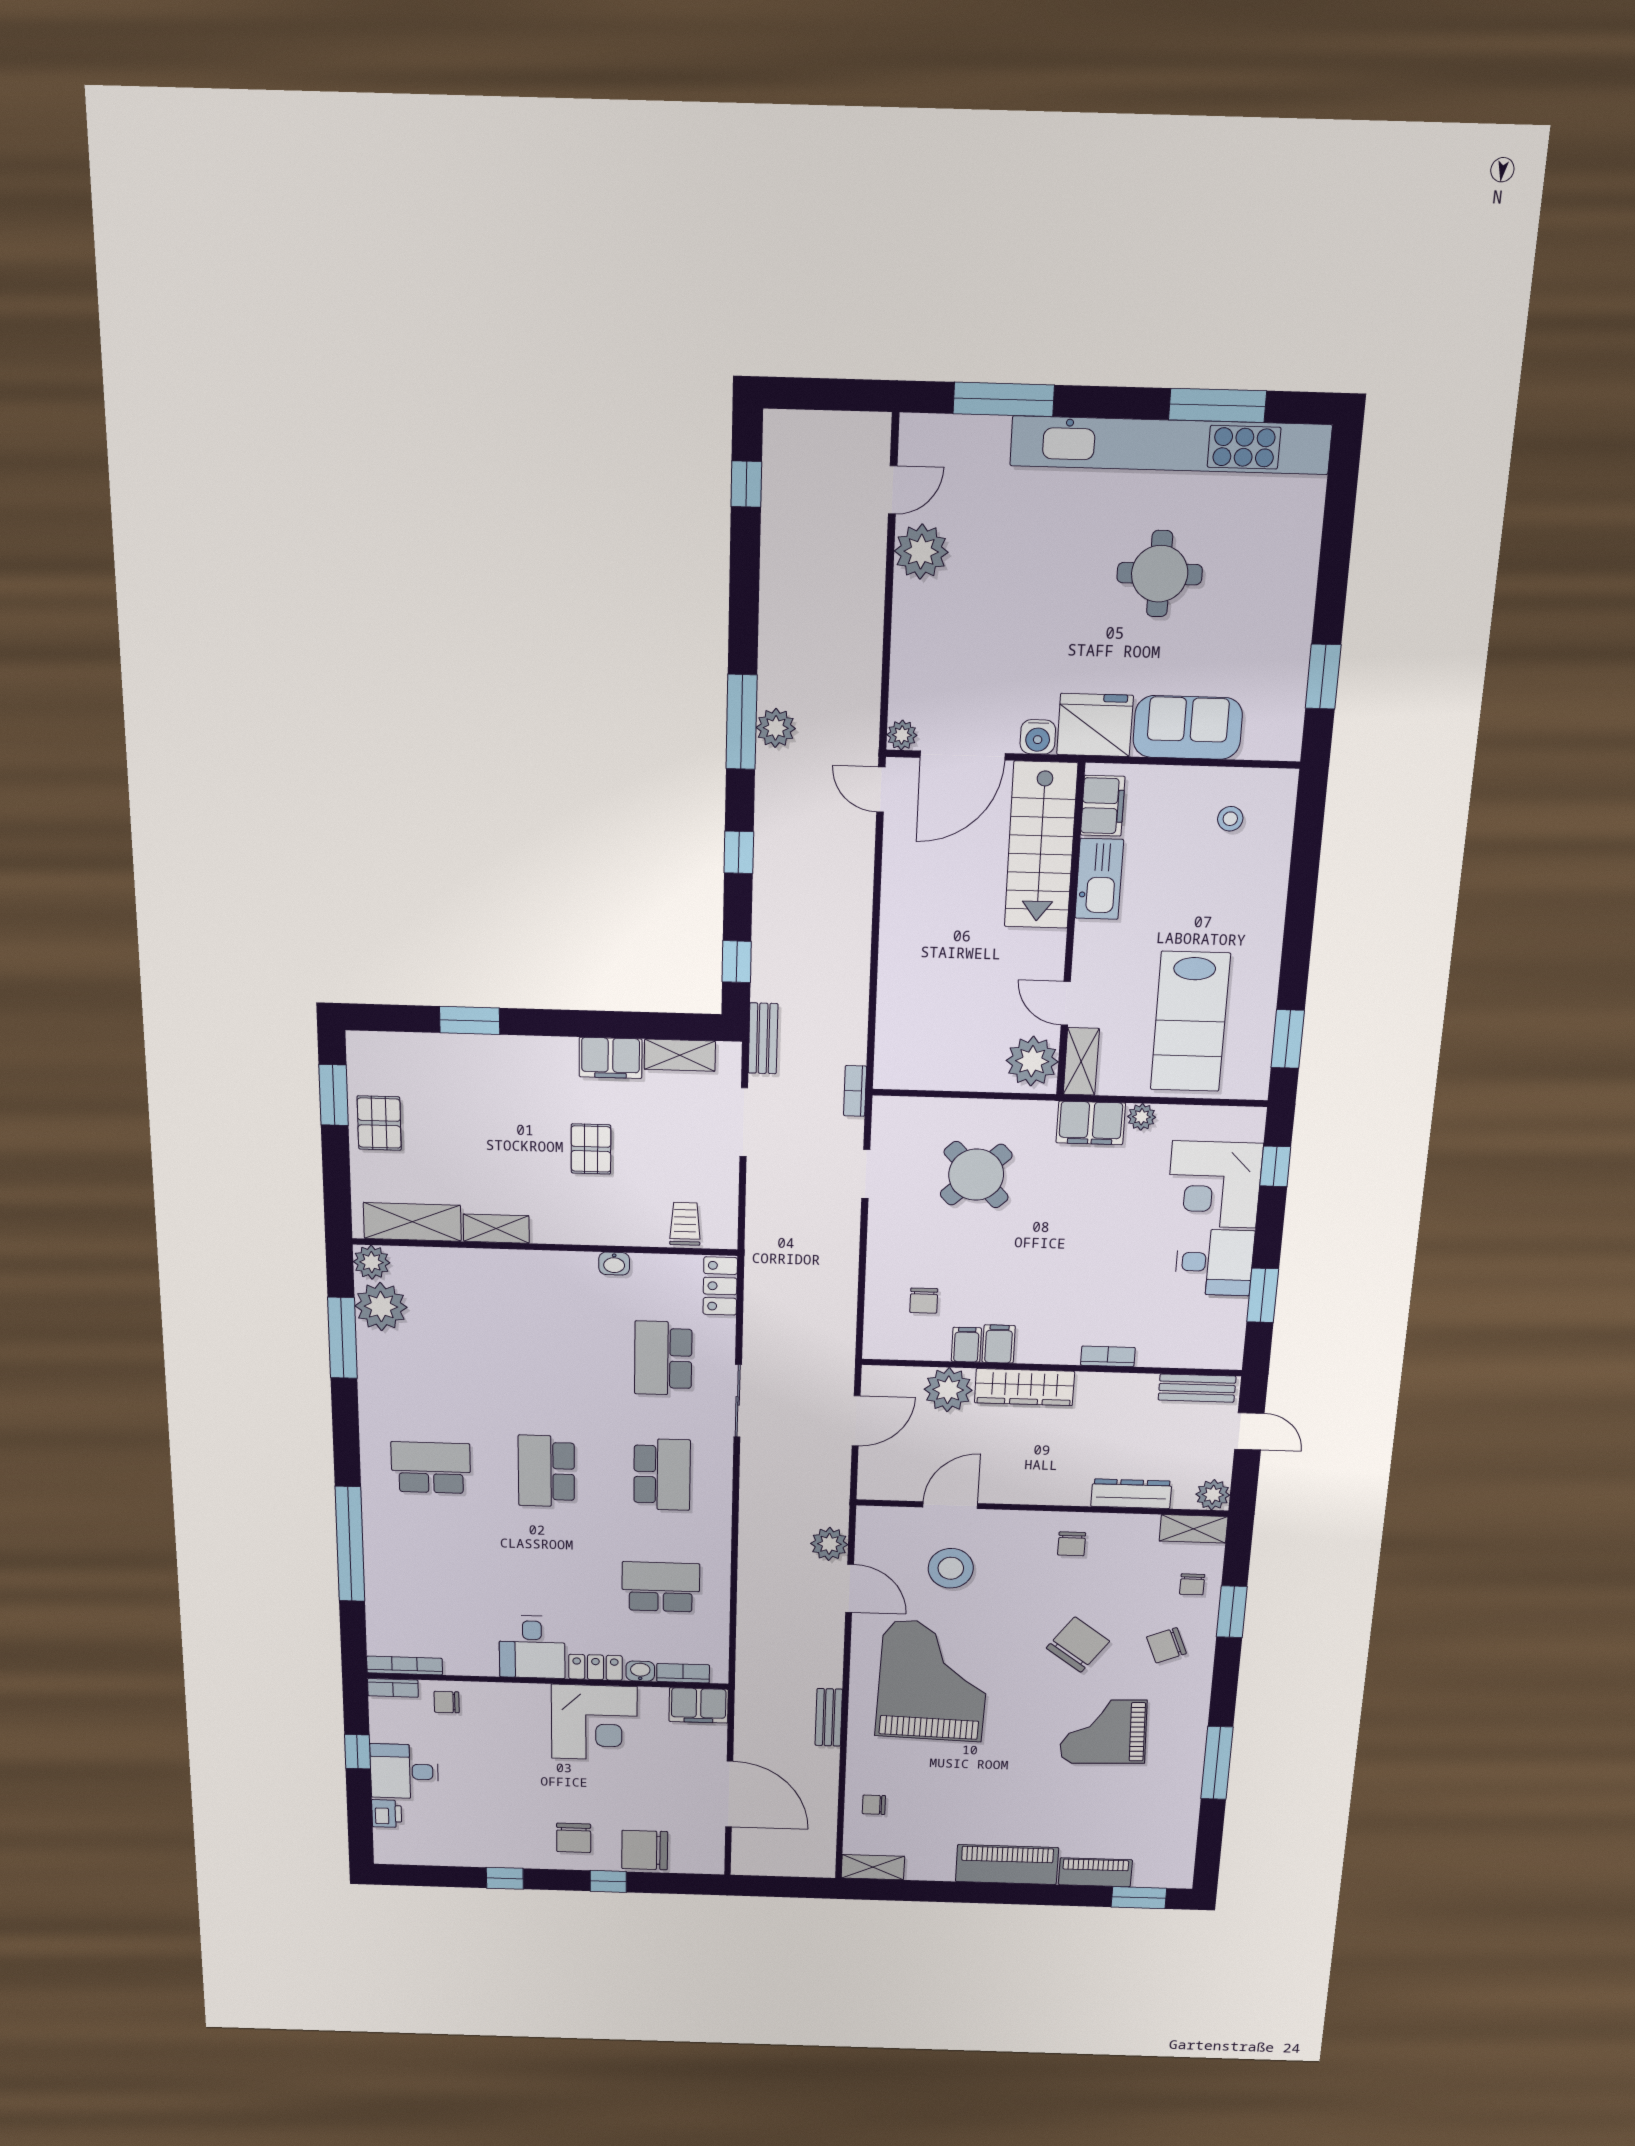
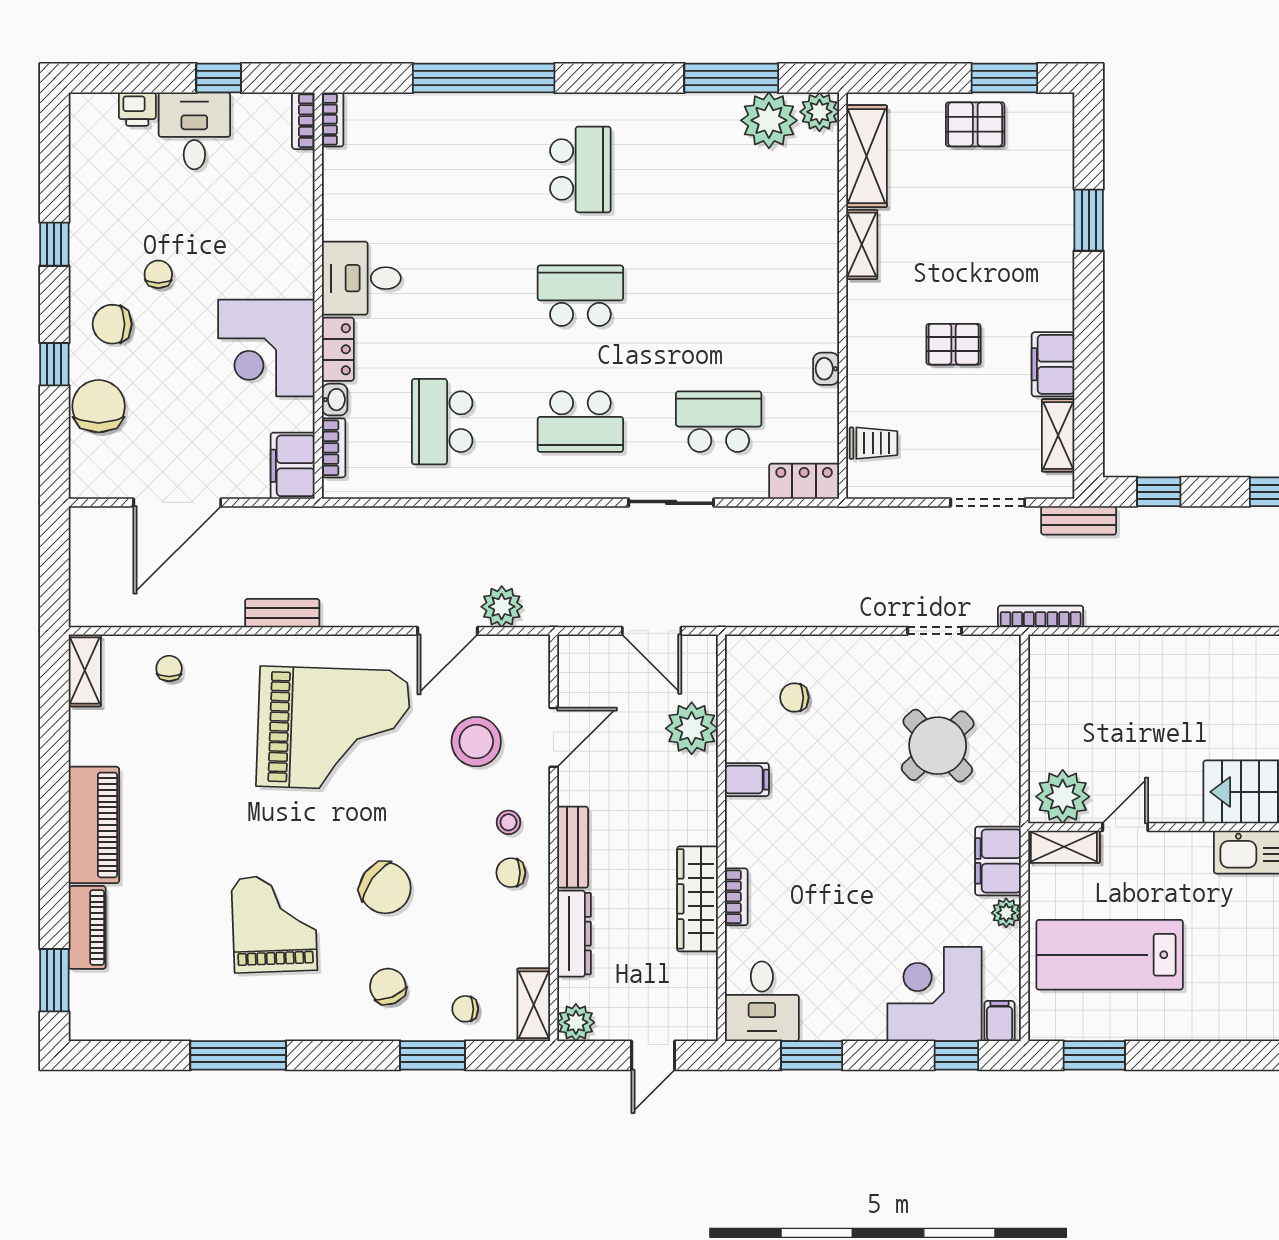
bookcase: (855, 1091) -> (1041, 616), width x1.56
desk: (1214, 1262) -> (762, 1001), moved
filing cabinet: (966, 1345) -> (1000, 1021), moved, turned -90
wardrobe: (1024, 1387) -> (697, 899), moved
bench: (1197, 1388) -> (573, 847), moved
door: (950, 1505) -> (554, 737), hinge flipped
stool: (1026, 1544) -> (508, 822), added
school desk: (661, 1587) -> (442, 422), turned 180
bookcase: (405, 1666) -> (333, 119), width x0.64
chair: (447, 1702) -> (158, 274), moved

